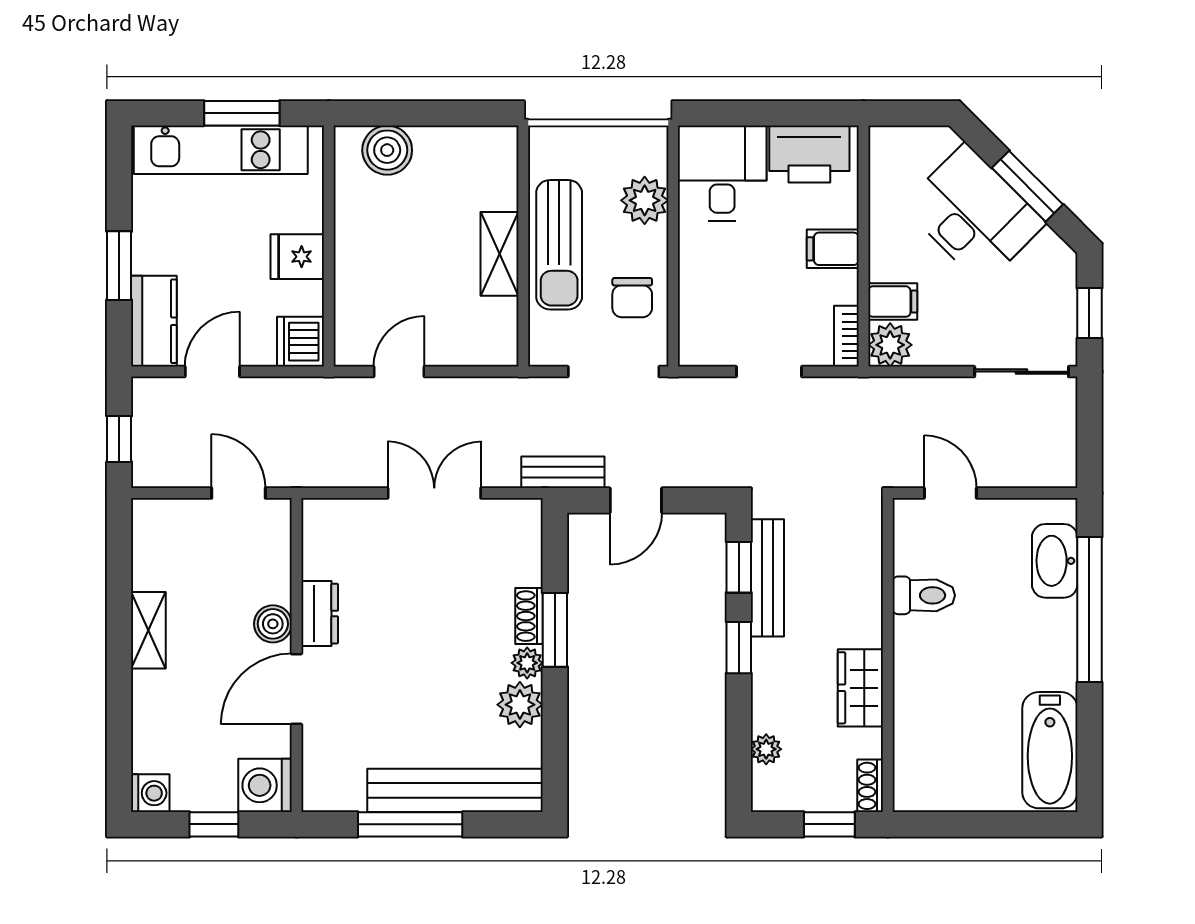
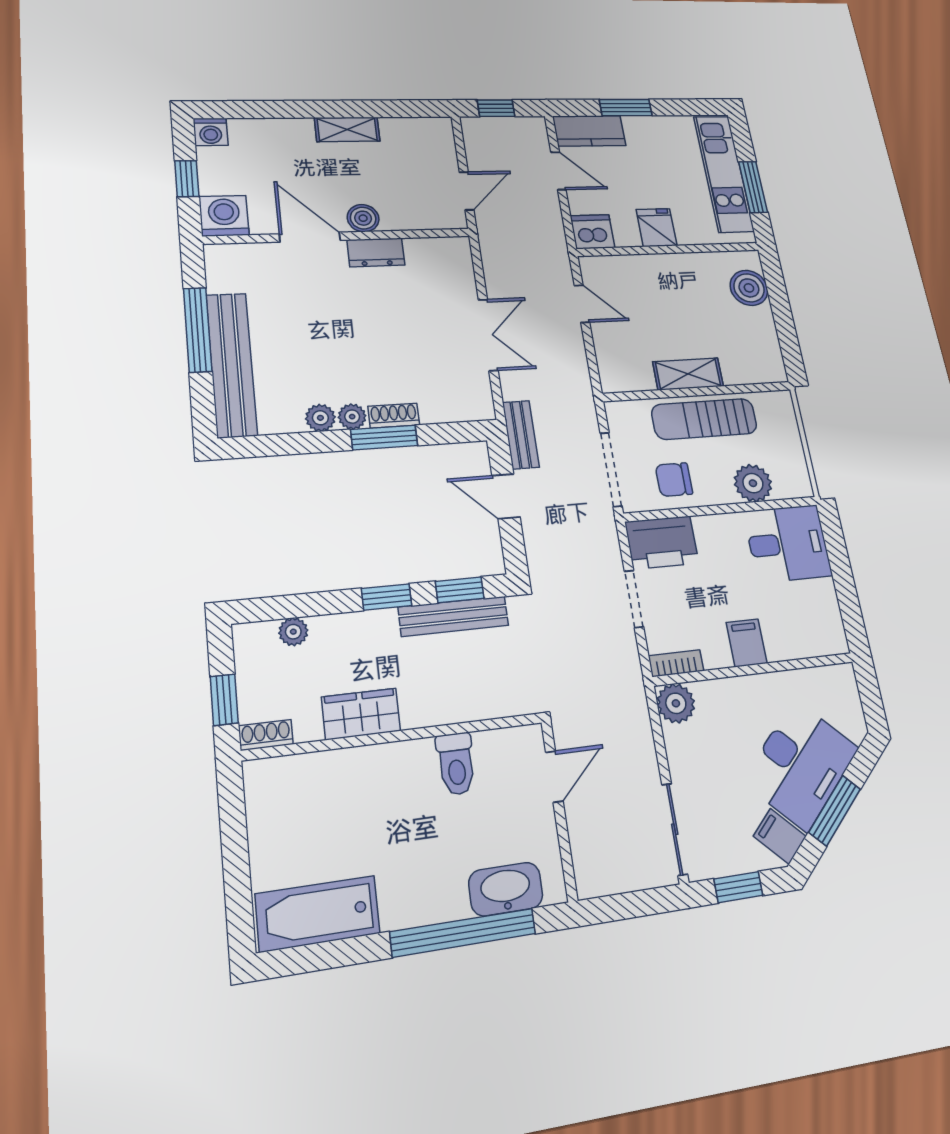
printer: (809, 154) -> (662, 543), moved, turned -90
filing cabinet: (893, 302) -> (780, 836), moved, turned 135
plant: (520, 705) -> (320, 418), width x0.73, depth x0.73

